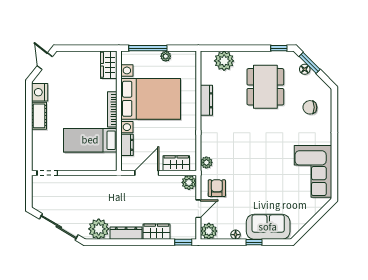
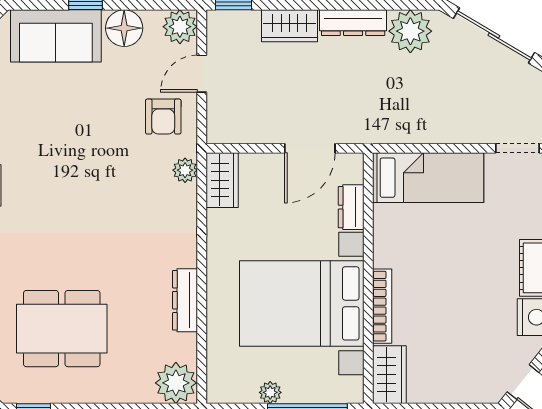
plant: (224, 61) -> (176, 383), moved
dining table: (265, 87) -> (62, 329), turned 90
bookcase: (112, 109) -> (382, 306), moved
bed: (90, 140) -> (428, 178), moved
wardrobe: (176, 163) -> (222, 180), moved, turned -90
plant: (189, 182) -> (222, 128), removed
floor lamp: (236, 235) -> (124, 28), width x1.89, depth x1.89

